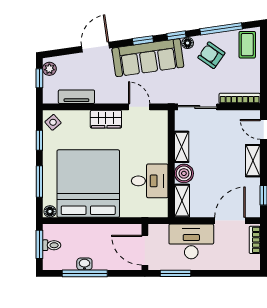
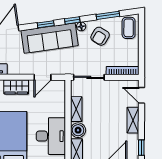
window: (221, 29) -> (108, 15), width x0.69
armchair: (211, 55) -> (100, 36), turned -94
door: (139, 107) -> (43, 77), swing flipped
desk: (150, 181) -> (51, 136), width x1.37

